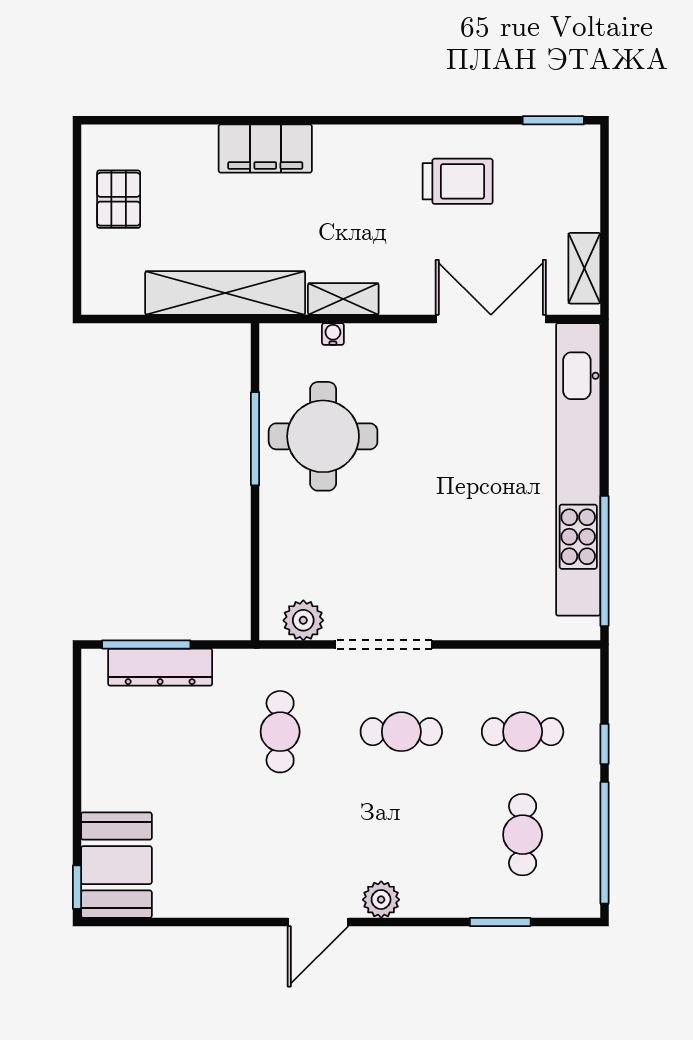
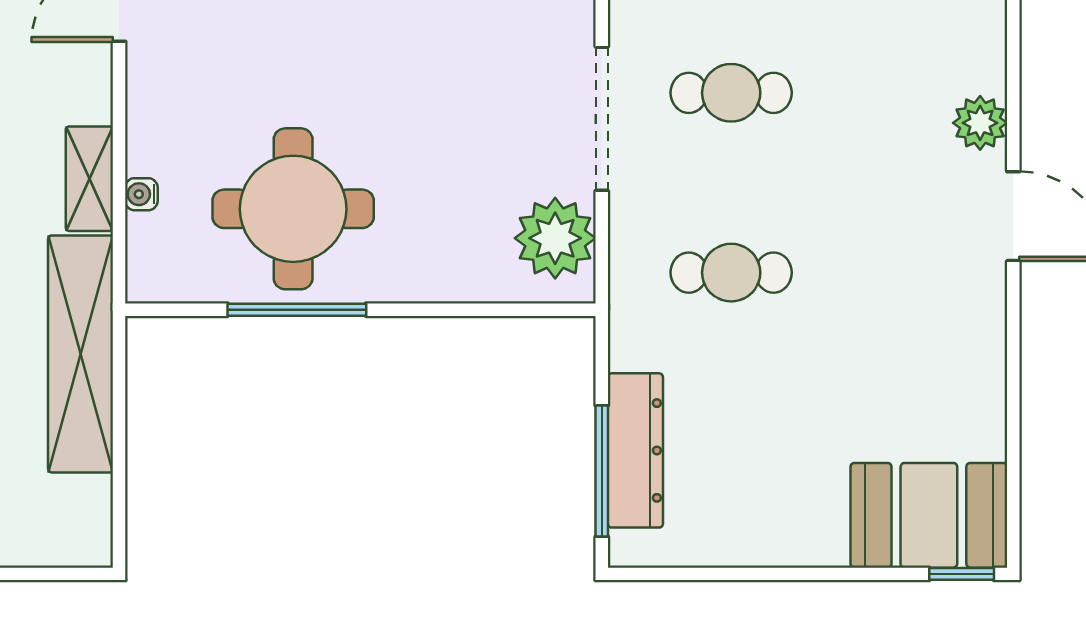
plant: (303, 620) -> (555, 238), width x1.36, depth x1.36
cafe table: (401, 732) -> (731, 93), turned 90

